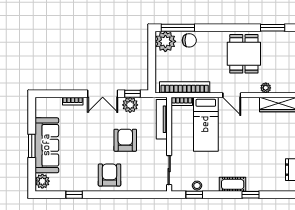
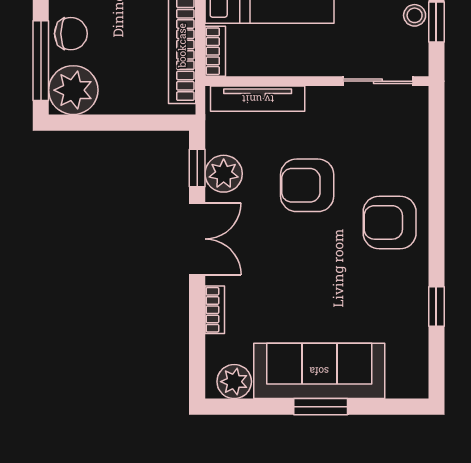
chair: (189, 40) -> (71, 34), turned 90
plant: (42, 181) -> (234, 382), moved

